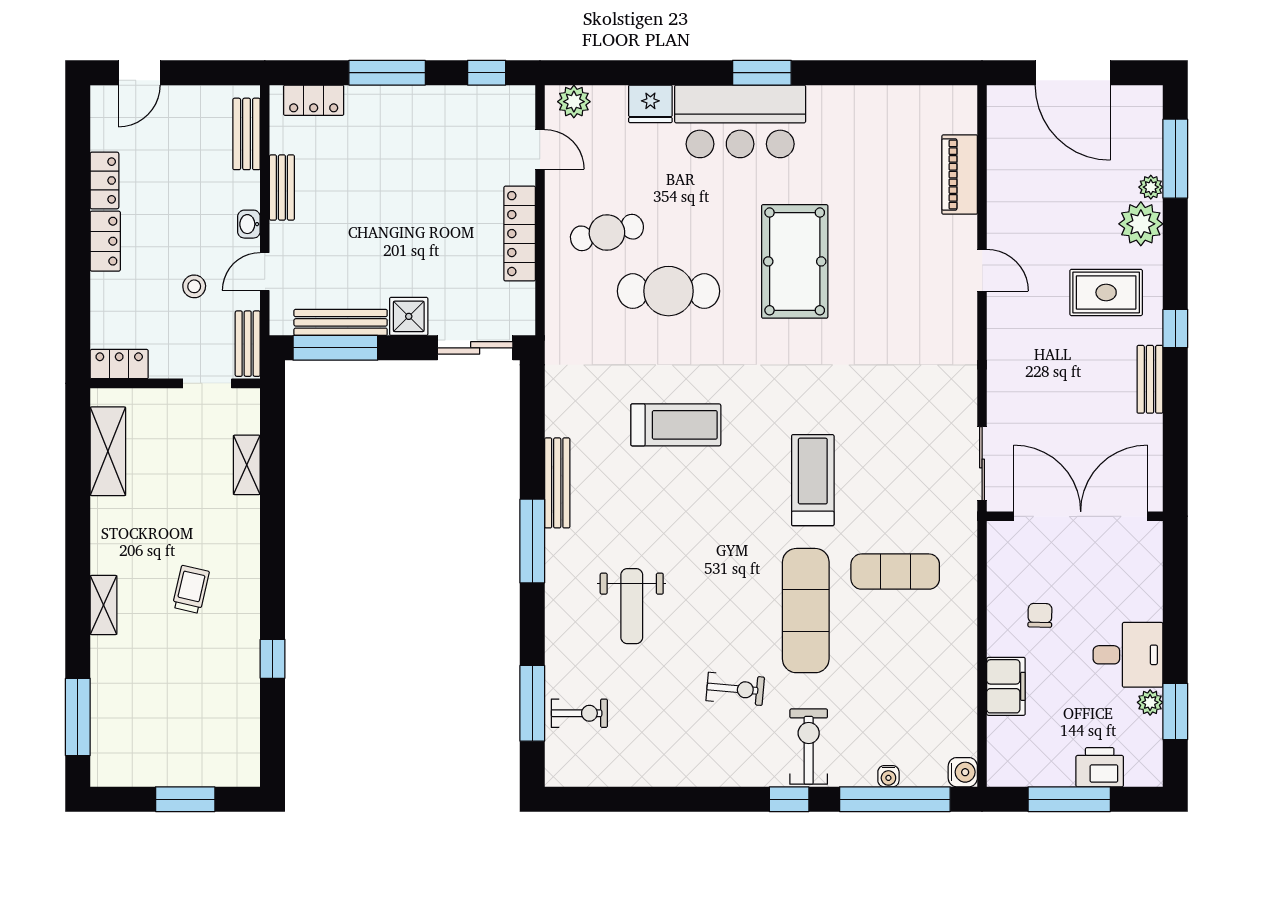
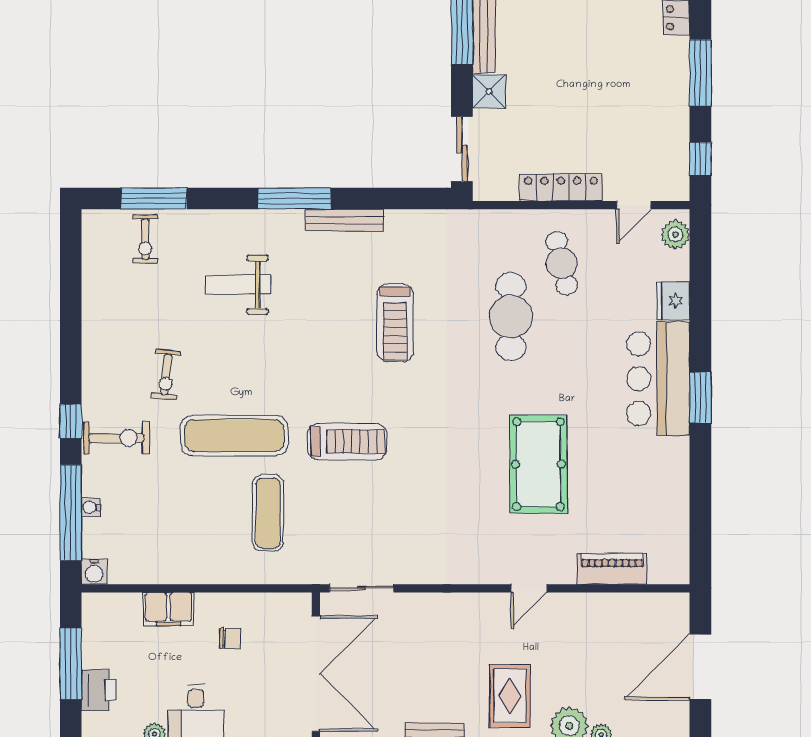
pool table: (795, 261) -> (538, 464), moved, turned 90

